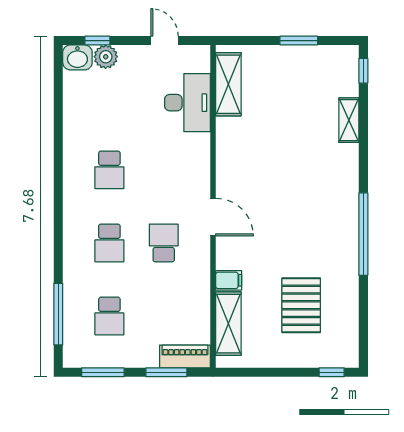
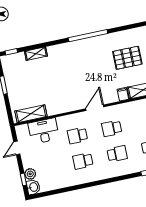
school desk: (109, 170) -> (83, 161), turned 180
school desk: (164, 170) -> (77, 136), added

